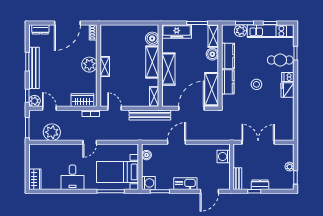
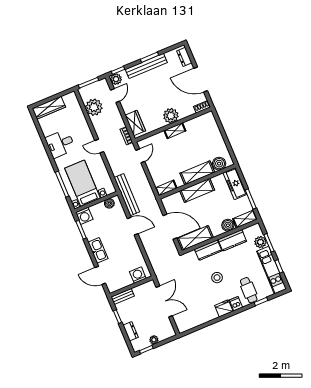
bench: (150, 115) -> (127, 195), moved
wardrobe: (35, 179) -> (49, 108), width x1.50
dresser: (260, 185) -> (131, 331), moved

